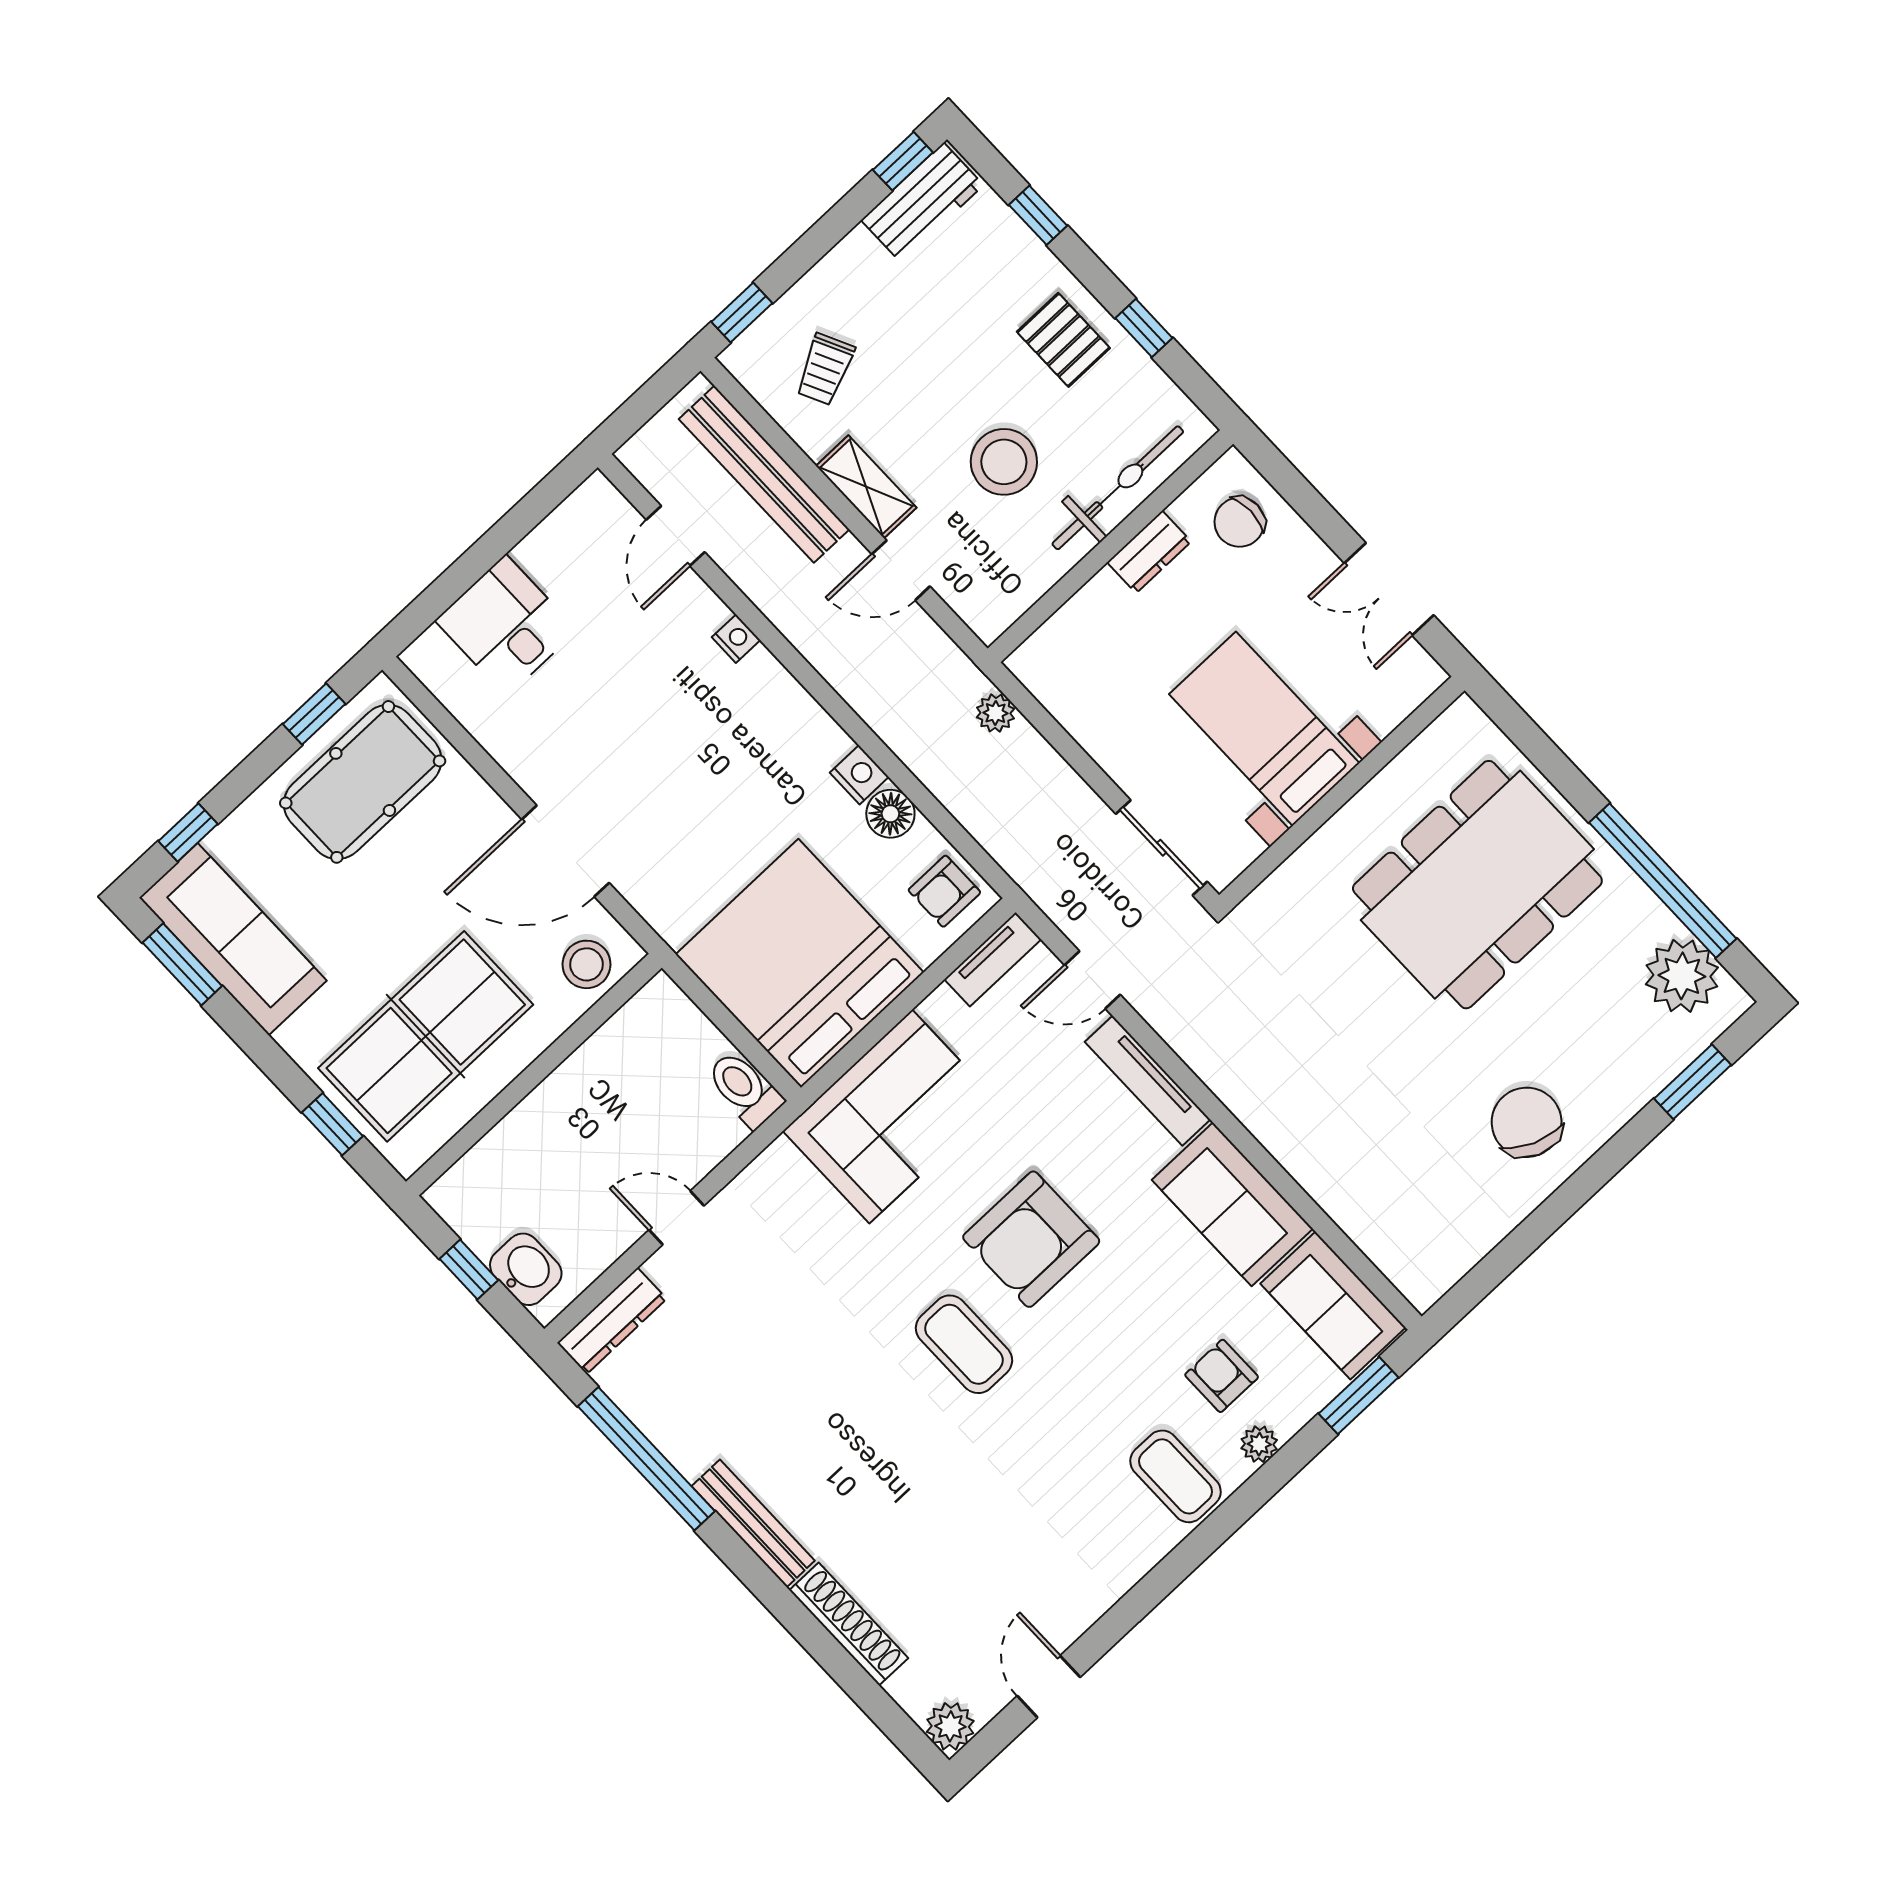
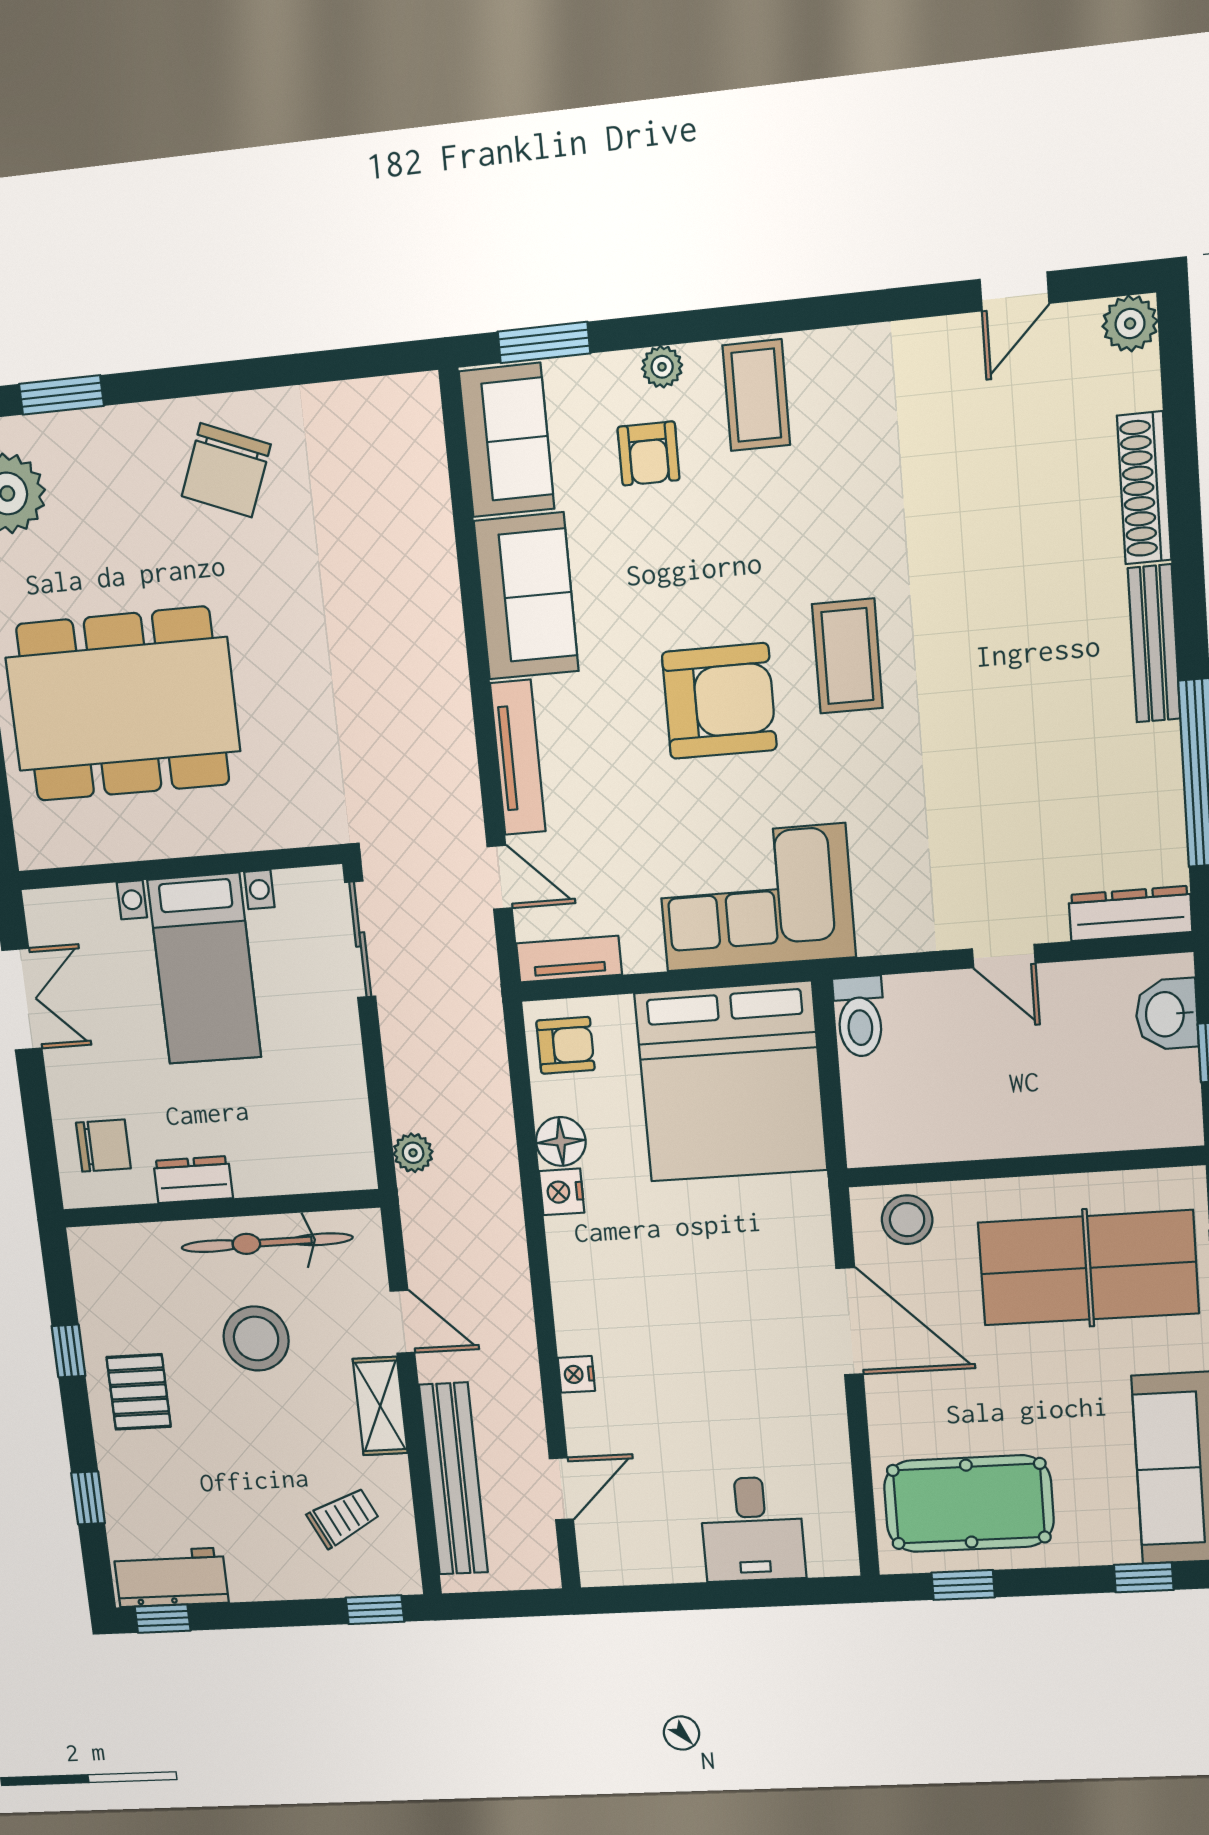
bicycle: (1118, 488) -> (267, 1243), moved

